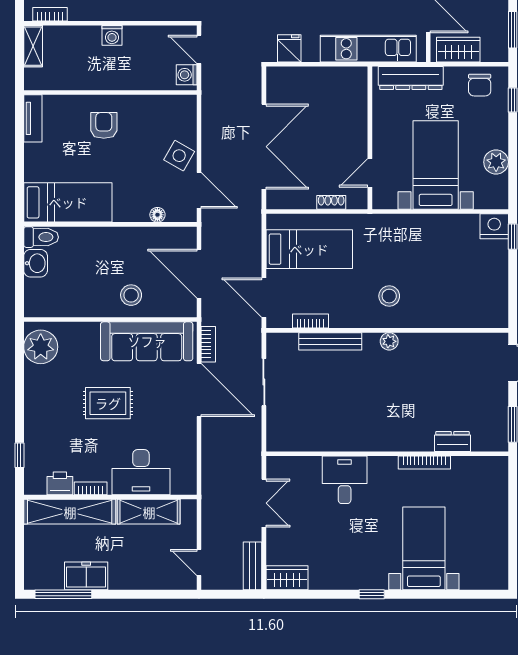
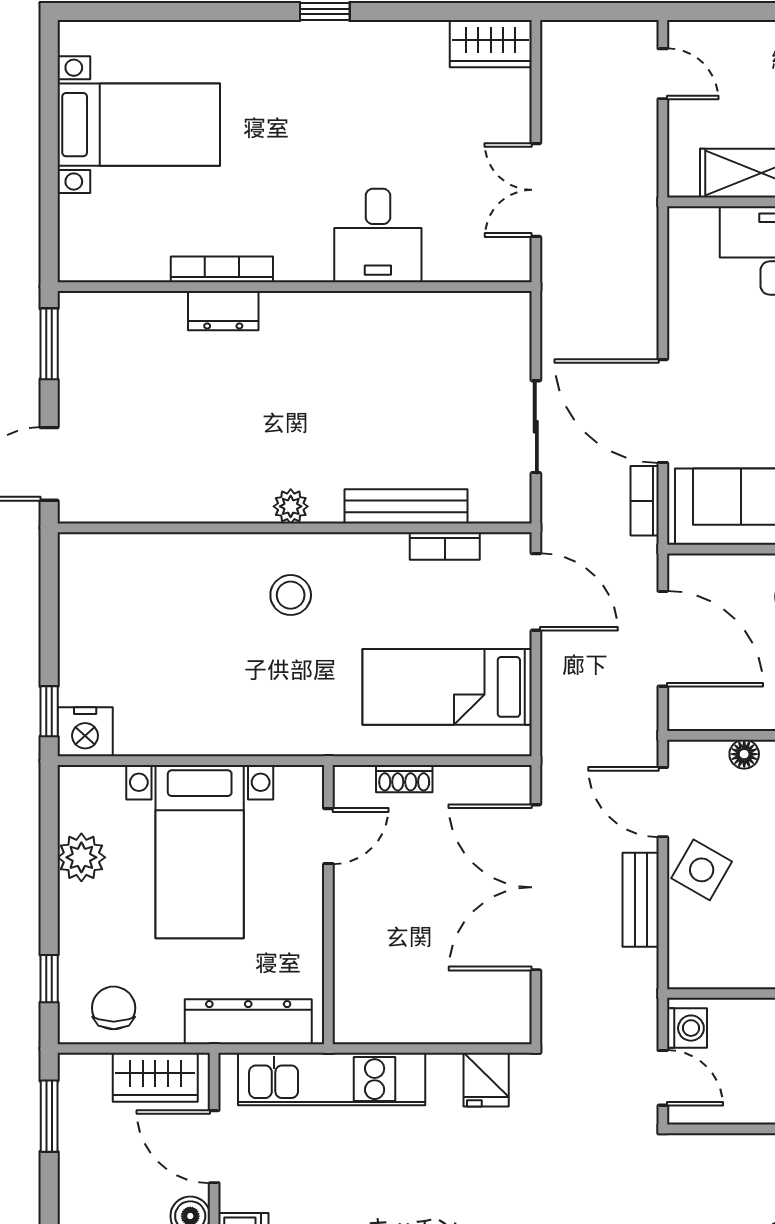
dresser: (453, 441) -> (223, 311), moved
bed with nightstands: (424, 548) -> (139, 125), moved, turned -90
bench: (253, 566) -> (641, 900), moved

